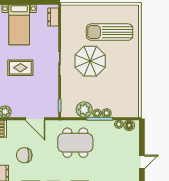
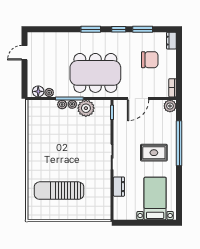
dresser: (53, 17) -> (119, 187), moved
sun lounger: (110, 32) -> (59, 191), turned 180
parasol: (90, 61) -> (80, 160), removed
door: (35, 119) -> (138, 98), swing flipped
dining table: (75, 143) -> (95, 73), width x1.36, depth x1.24

